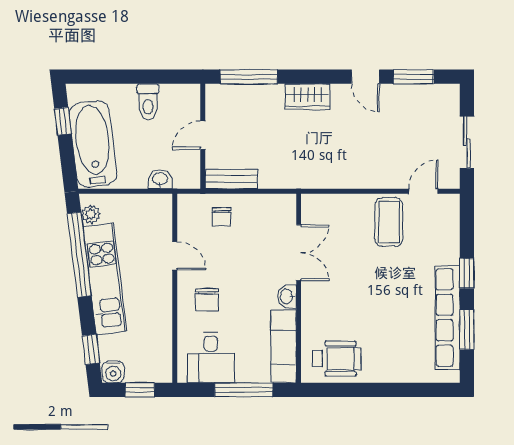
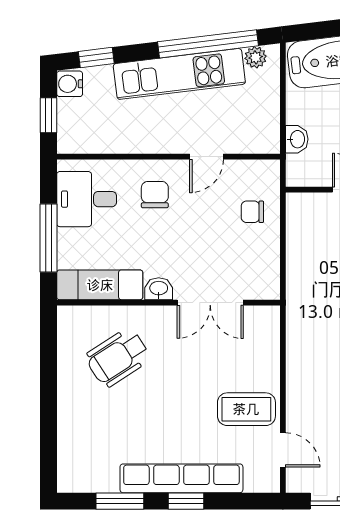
bench: (231, 179) -> (297, 223), removed
chair: (207, 300) -> (155, 195), turned 90
row of seats: (447, 318) -> (181, 478), moved
wheelchair: (337, 359) -> (118, 357), moved, turned 57

